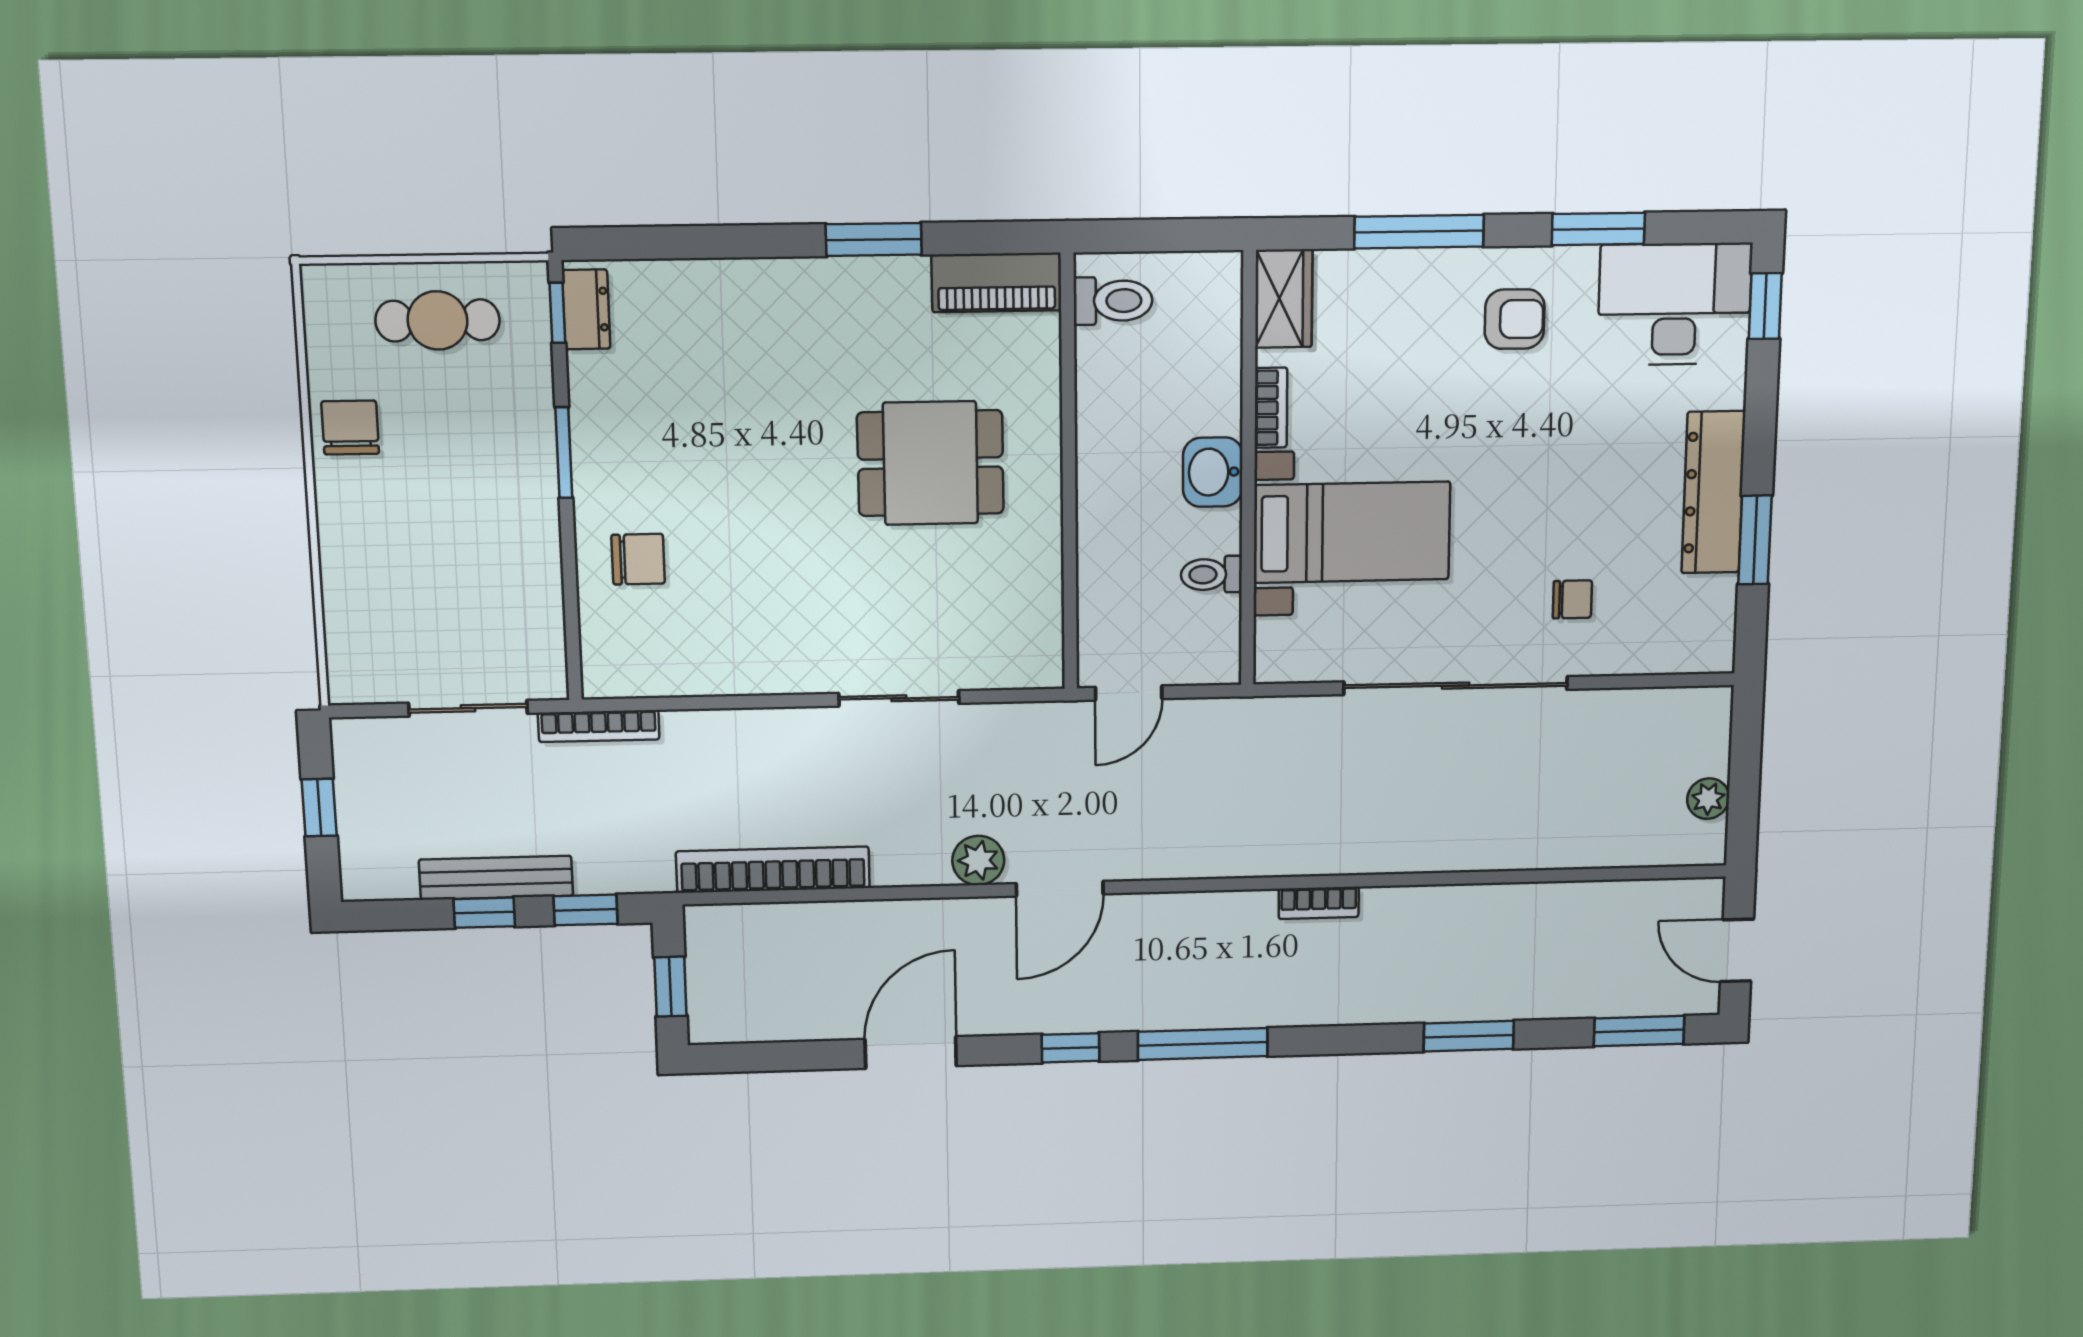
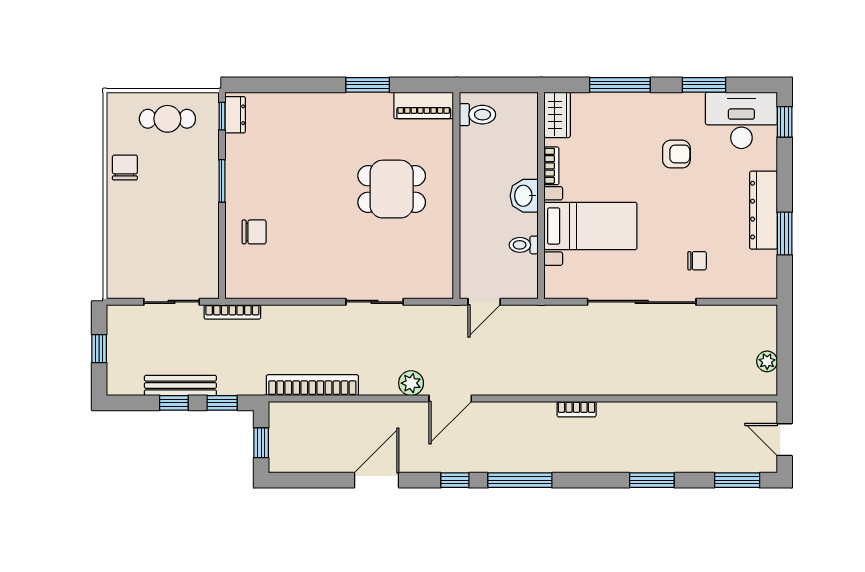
armchair: (1515, 319) -> (676, 154), moved

